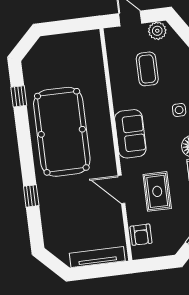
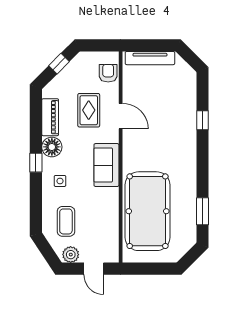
coffee table: (147, 69) -> (66, 221), moved
window: (19, 96) -> (202, 211), width x1.50
pool table: (62, 132) -> (148, 211), moved

